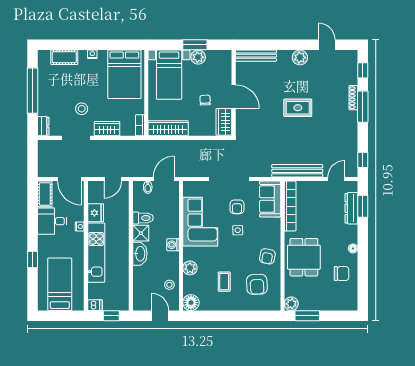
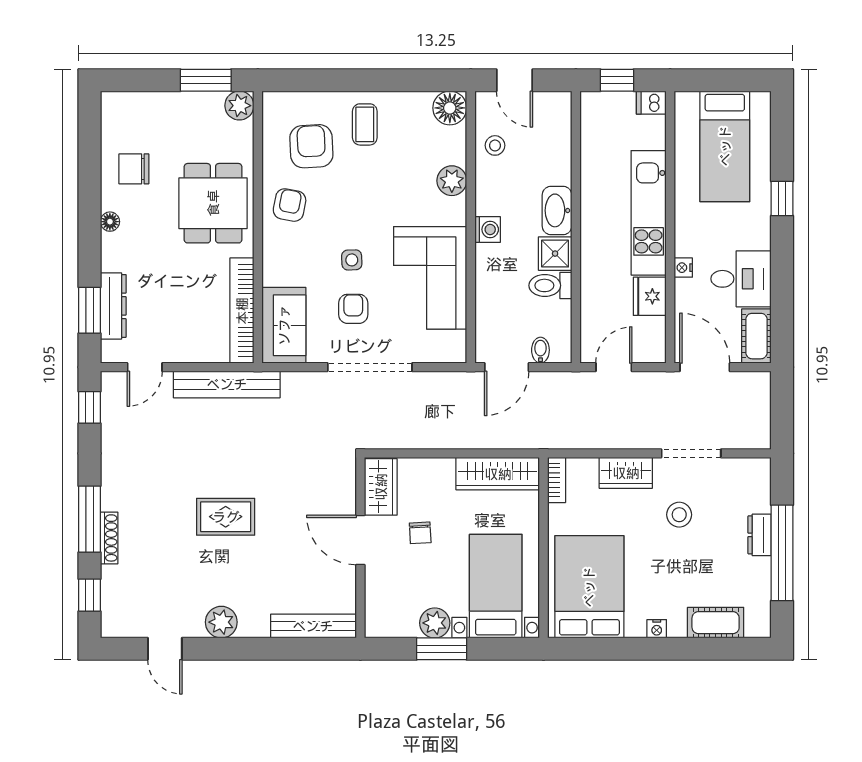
dresser: (43, 126) -> (760, 535), moved
coffee table: (224, 282) -> (365, 124), moved

